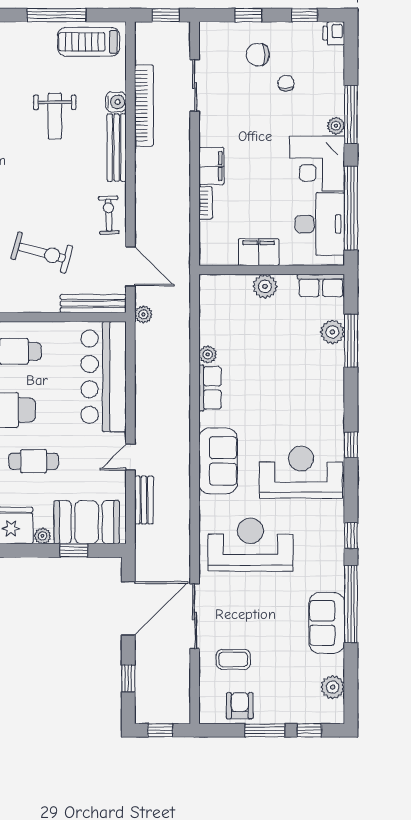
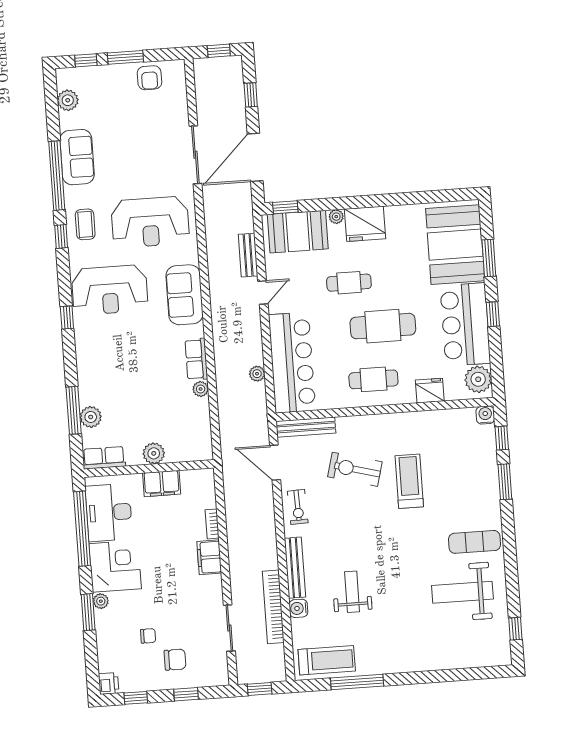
chair: (286, 83) -> (148, 636), turned -90
window: (351, 115) -> (88, 612), width x0.69
plant: (143, 314) -> (257, 374), moved
window: (74, 550) -> (285, 207), moved
coffee table: (233, 659) -> (85, 224), moved, turned 90

